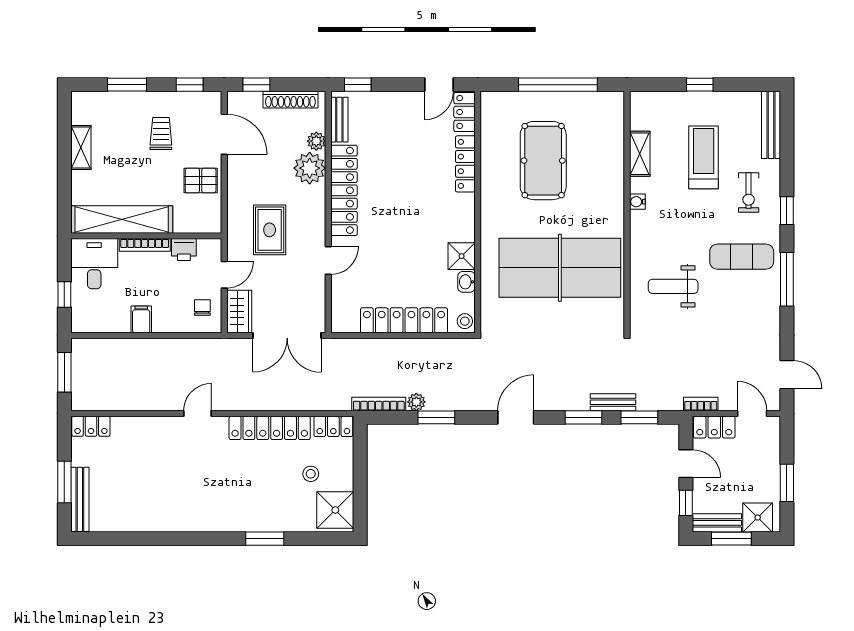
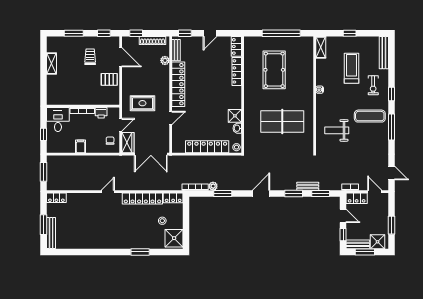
door: (439, 85) -> (210, 33), moved
shelving: (640, 154) -> (321, 47), moved
plant: (310, 168) -> (162, 73), removed
shelving: (122, 219) -> (71, 98), removed
rug: (270, 230) -> (142, 103), turned 90
table tennis table: (560, 268) -> (282, 121), width x0.73, depth x0.76

